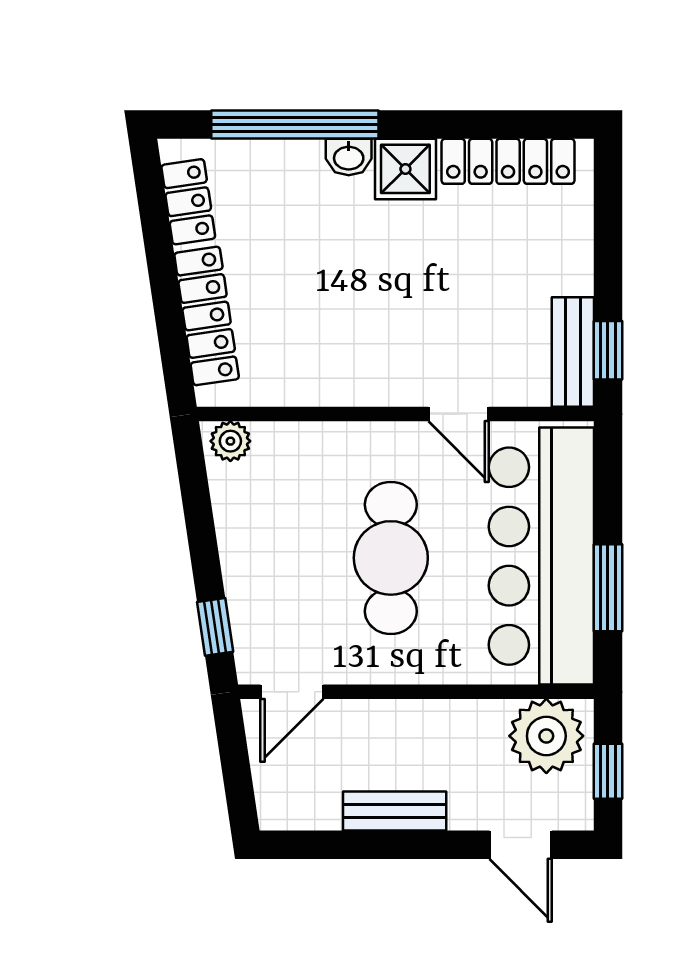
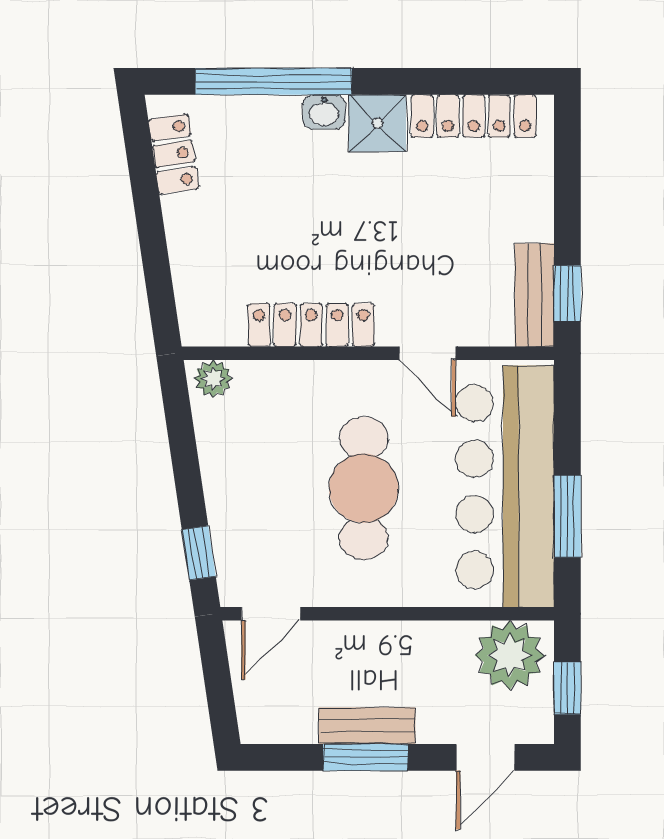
locker: (207, 316) -> (311, 325), moved, turned -82
window: (393, 845) -> (366, 757), added
door: (521, 845) -> (485, 757), hinge flipped

